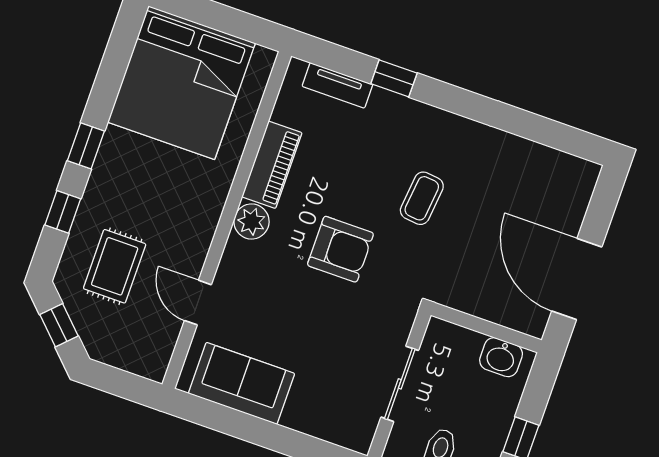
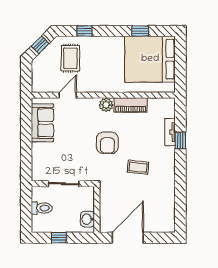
tv unit: (337, 85) -> (170, 132), moved
window: (86, 146) -> (140, 31), moved
rug: (115, 266) -> (70, 58), turned 90

